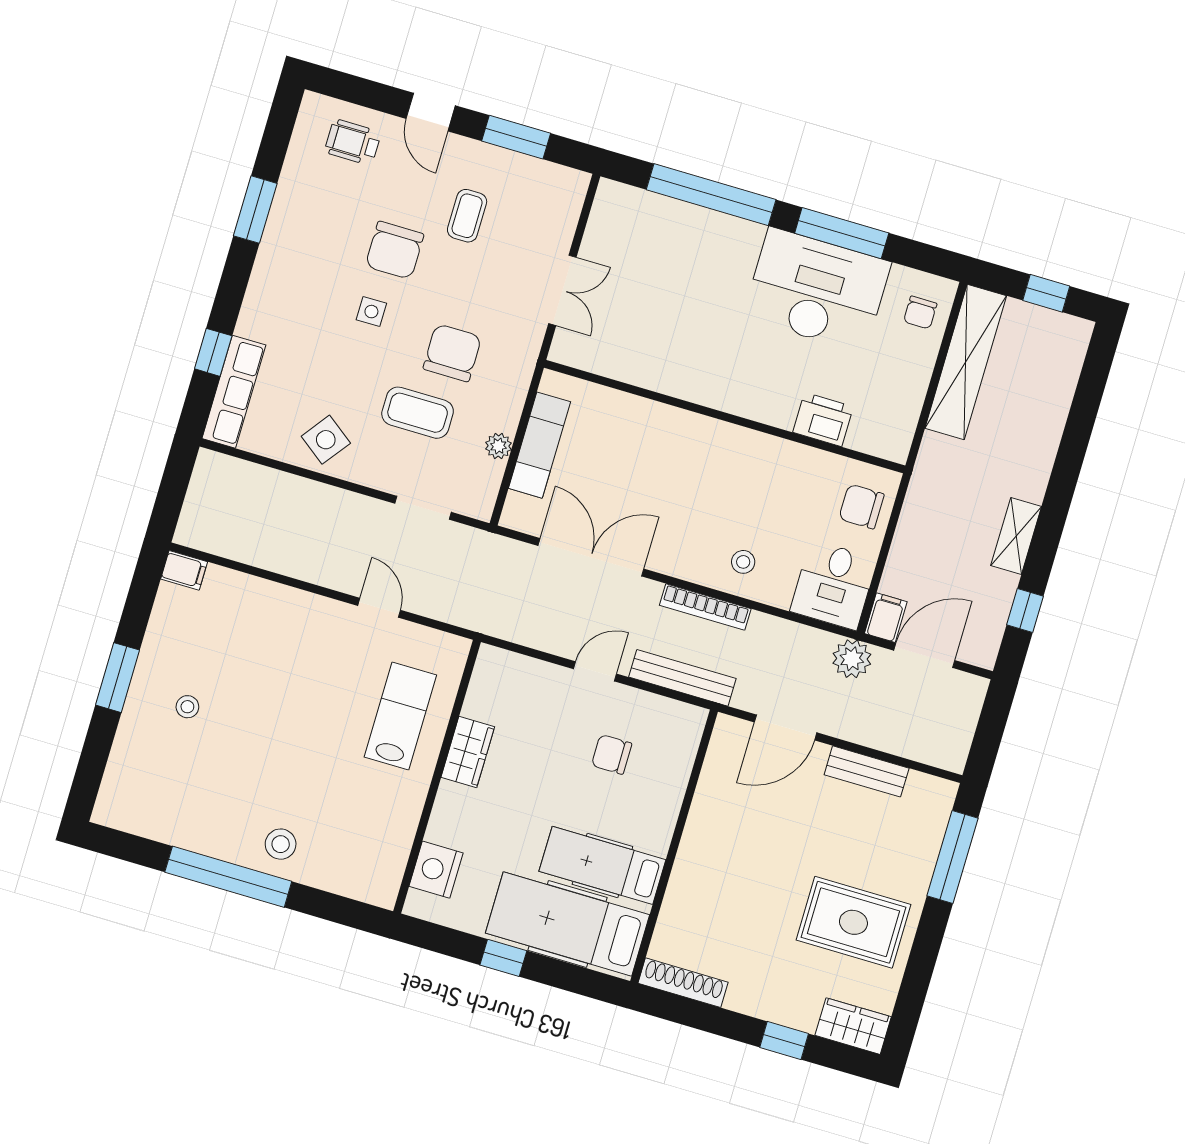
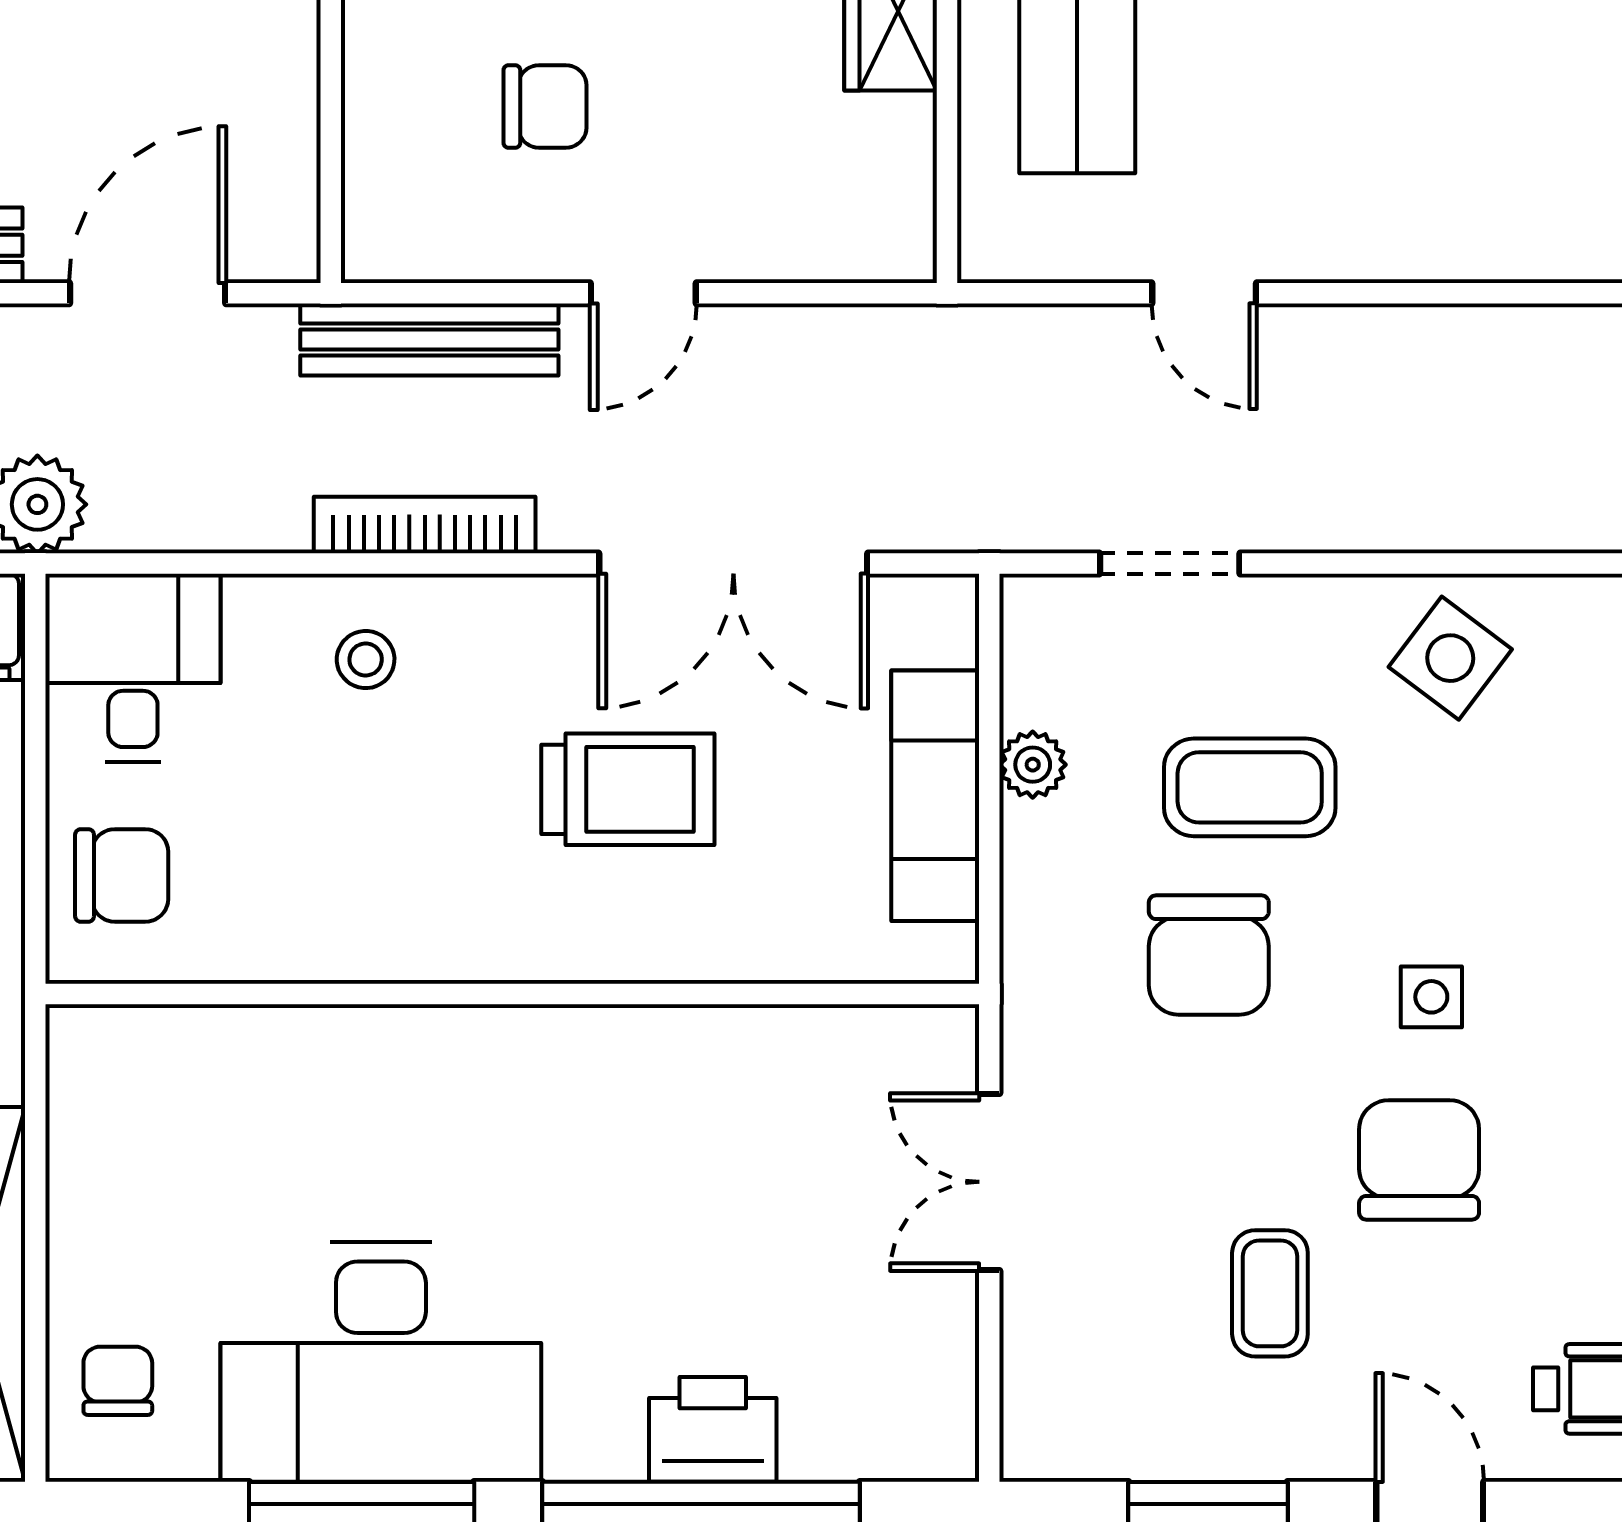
printer: (823, 419) -> (713, 1429), moved, turned 180
trolley: (657, 482) -> (628, 789), added

